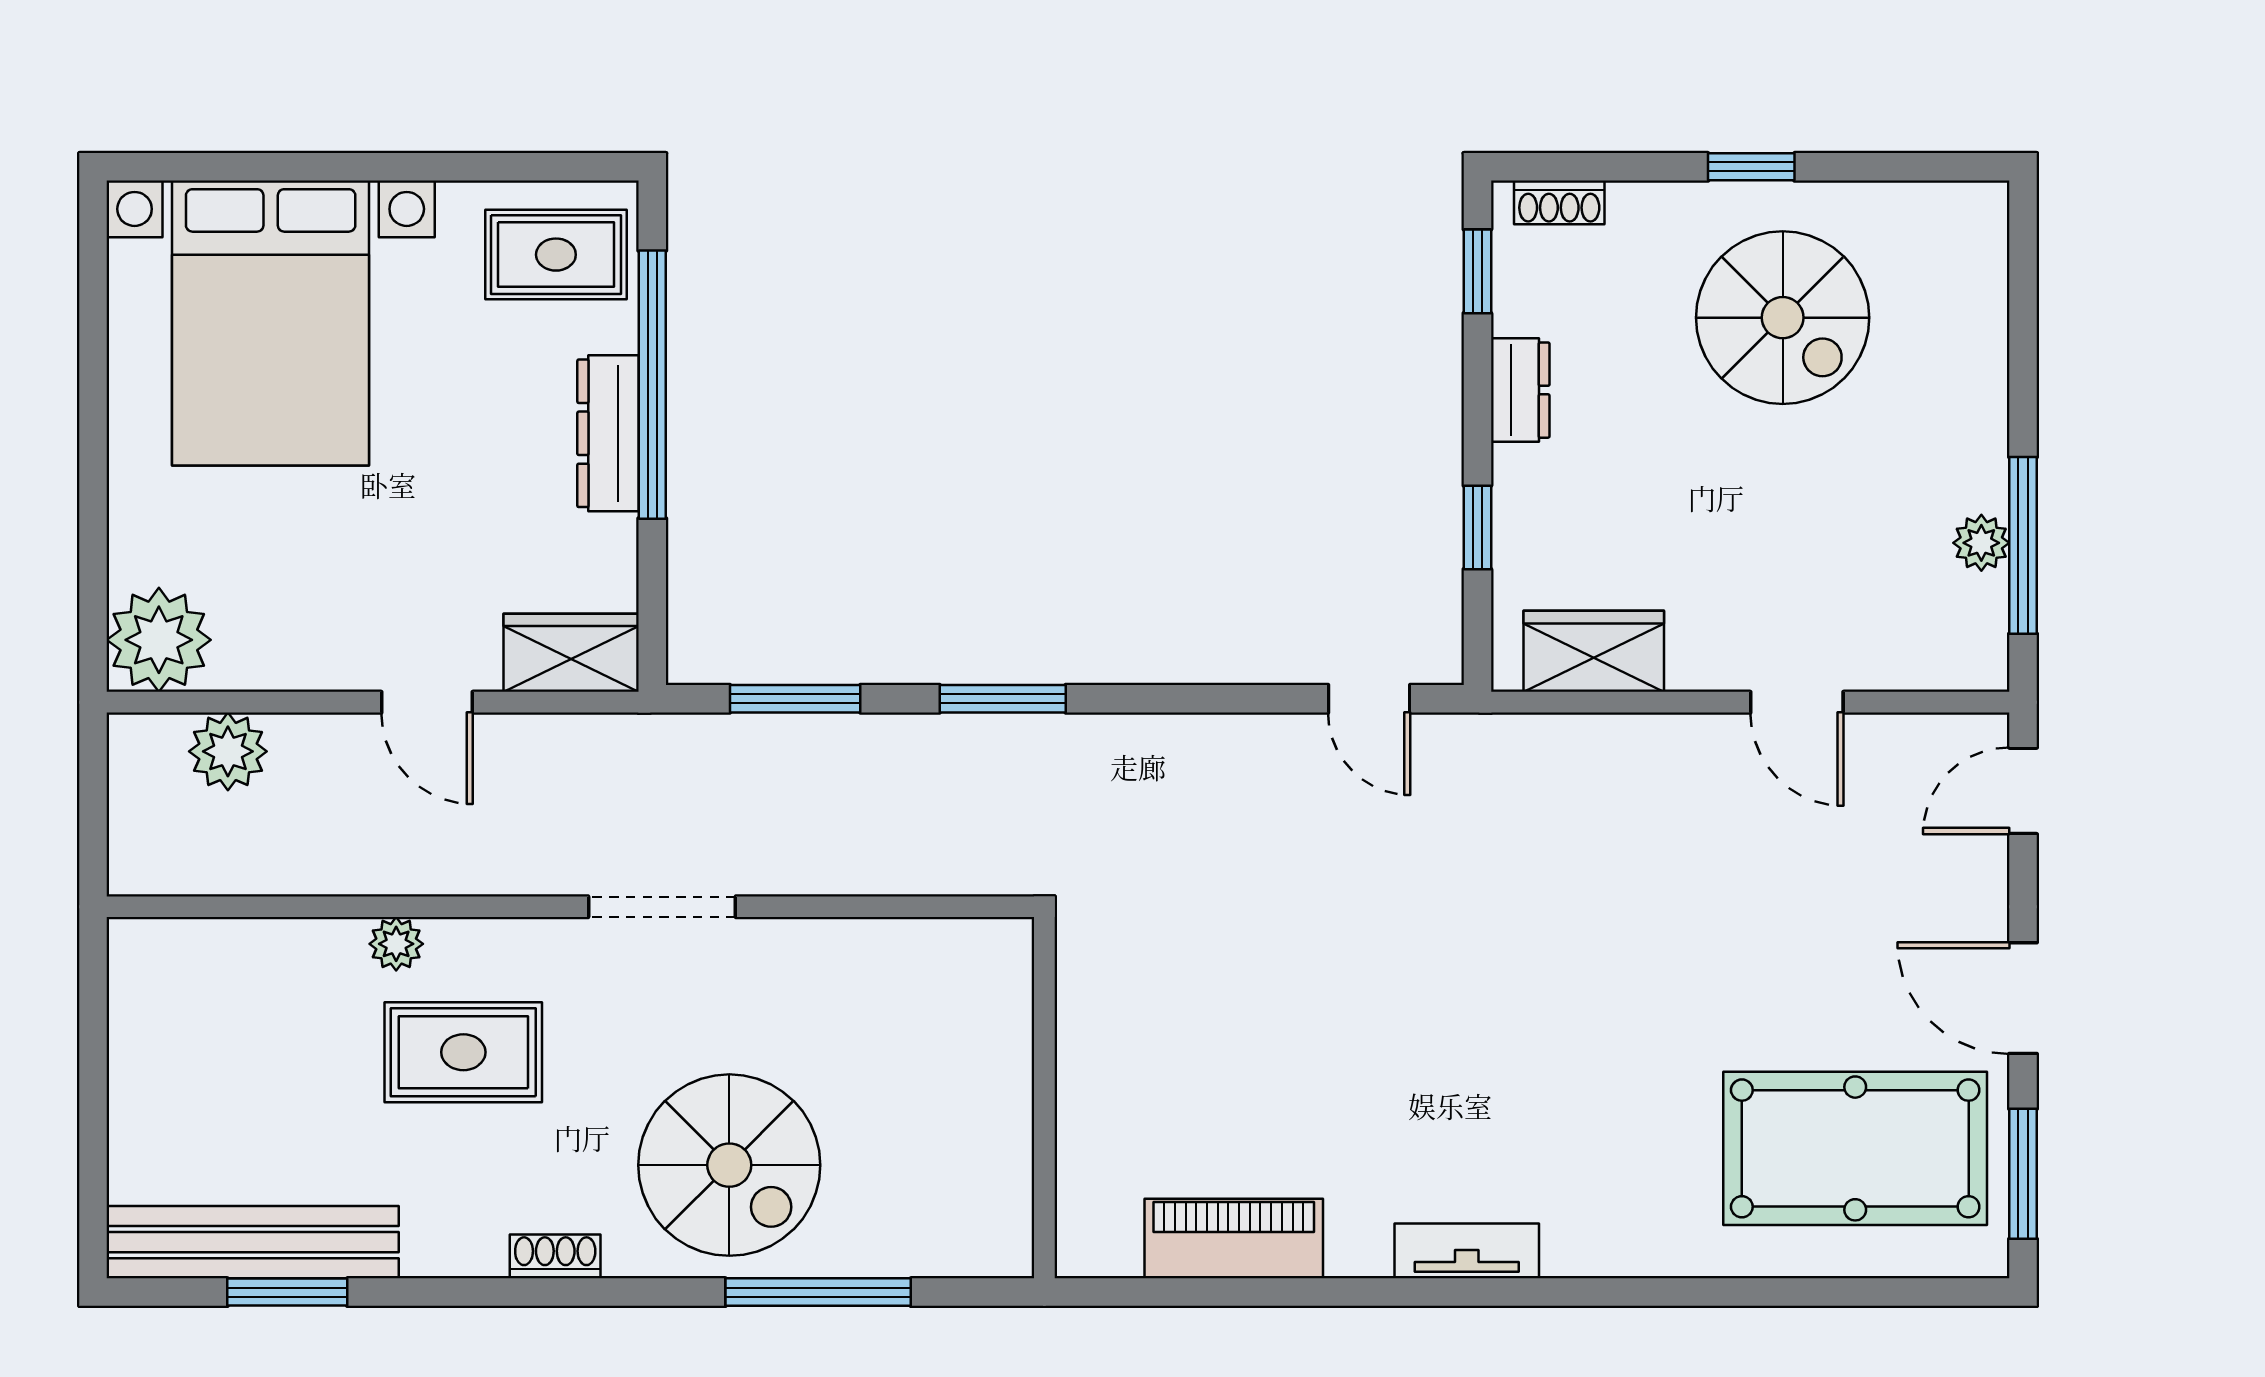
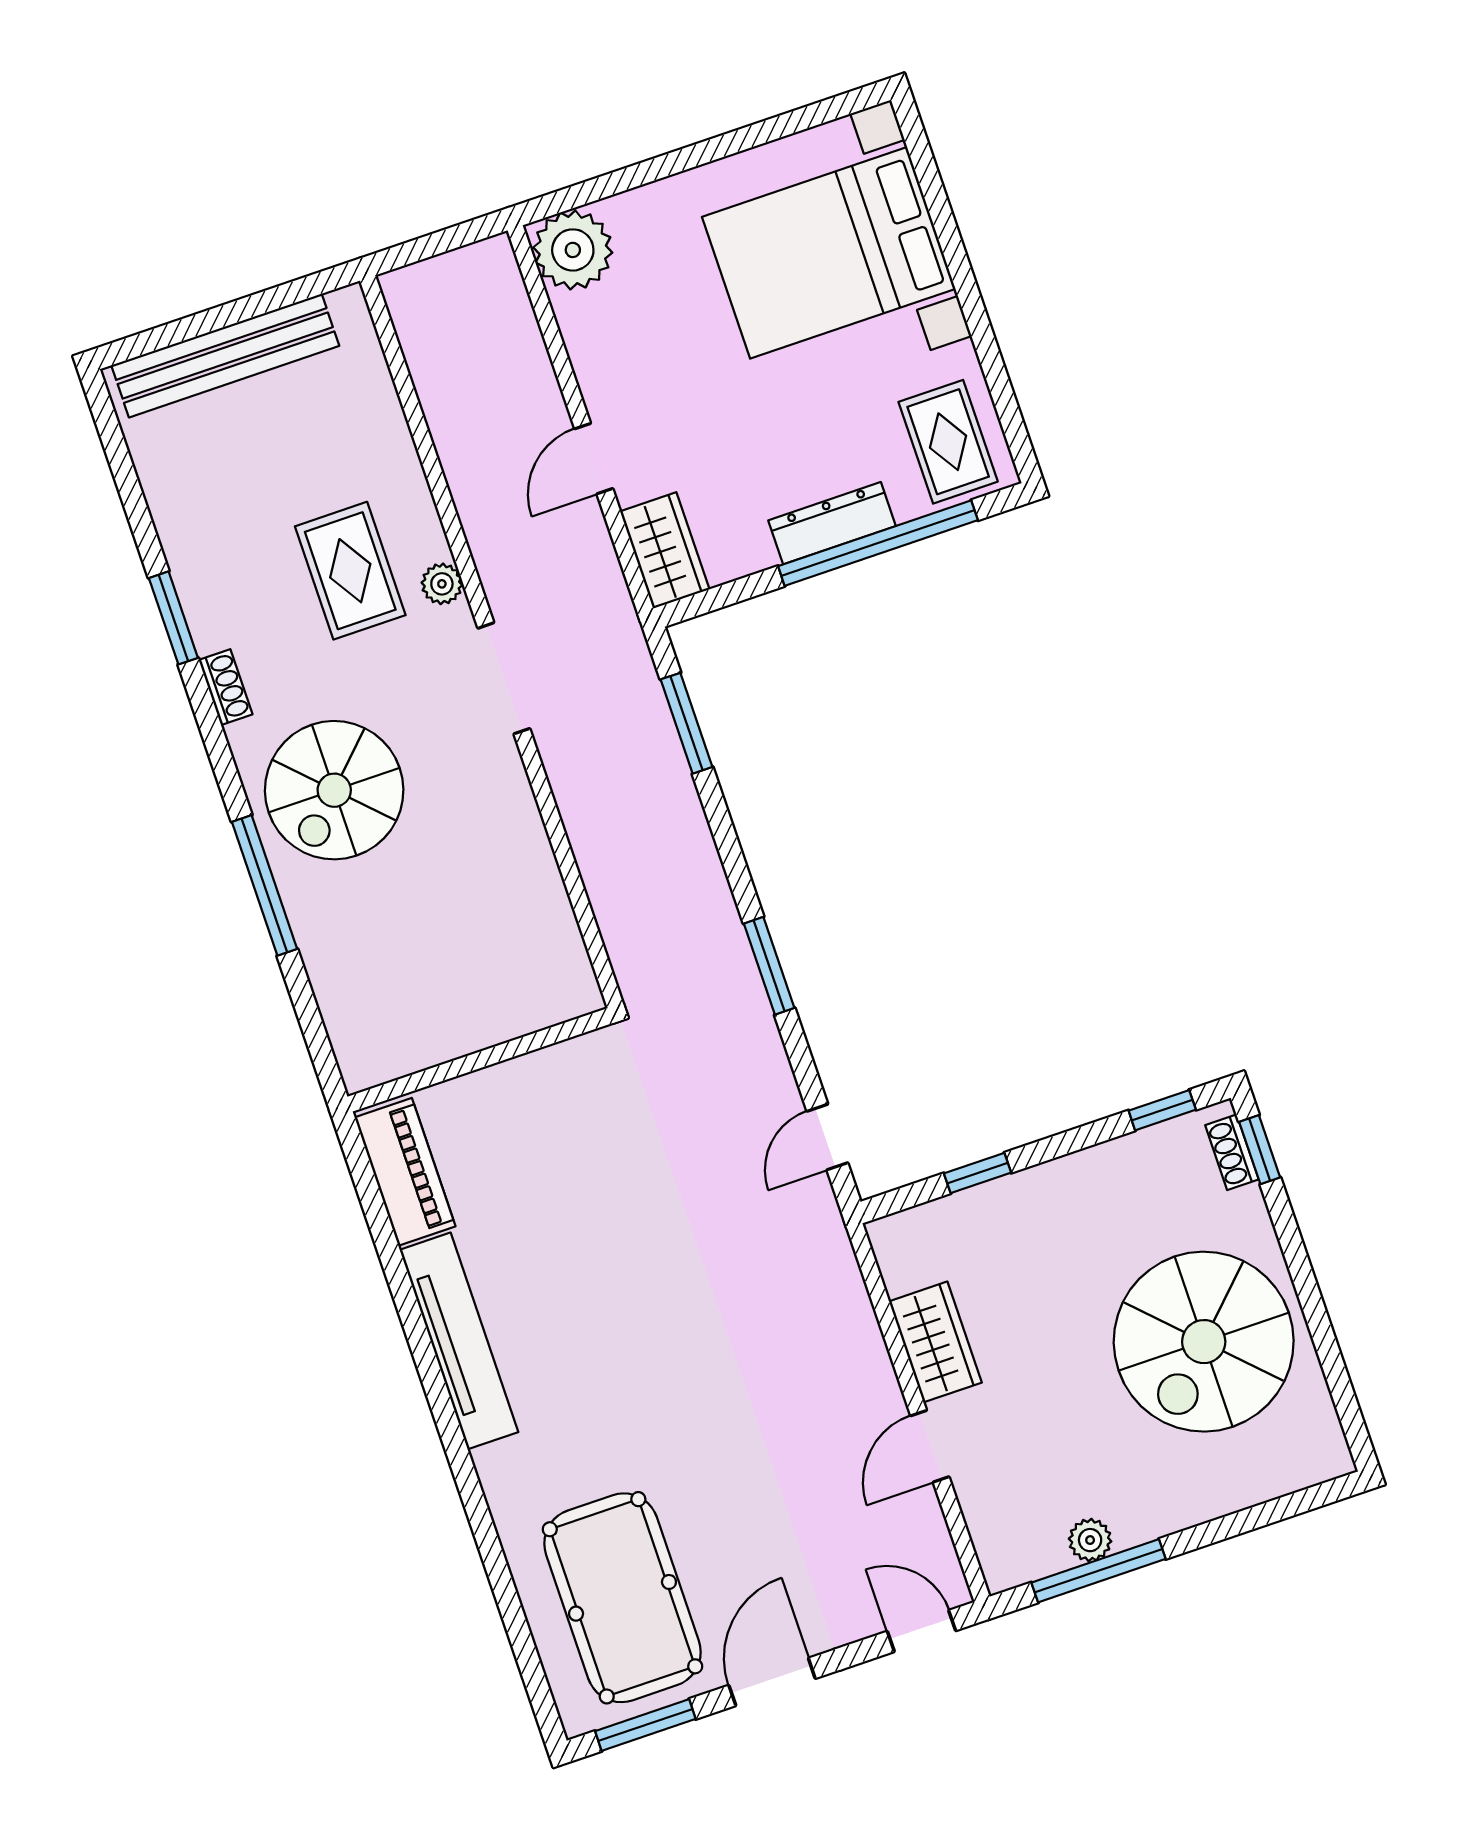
window: (1751, 167) -> (1260, 1150), moved
spiral stairs: (1783, 318) -> (1204, 1342), width x1.37, depth x1.37
dresser: (1520, 390) -> (1087, 1170), removed
wardrobe: (1594, 651) -> (935, 1342), moved
window: (1003, 699) -> (769, 966), moved
plant: (228, 751) -> (509, 327), removed
plant: (396, 944) -> (442, 584), moved
wall: (1044, 1098) -> (480, 1060), moved
bench: (253, 1242) -> (225, 356), moved, turned 90
tv unit: (1467, 1251) -> (459, 1341), width x1.92, depth x1.29
window: (287, 1292) -> (173, 618), moved

